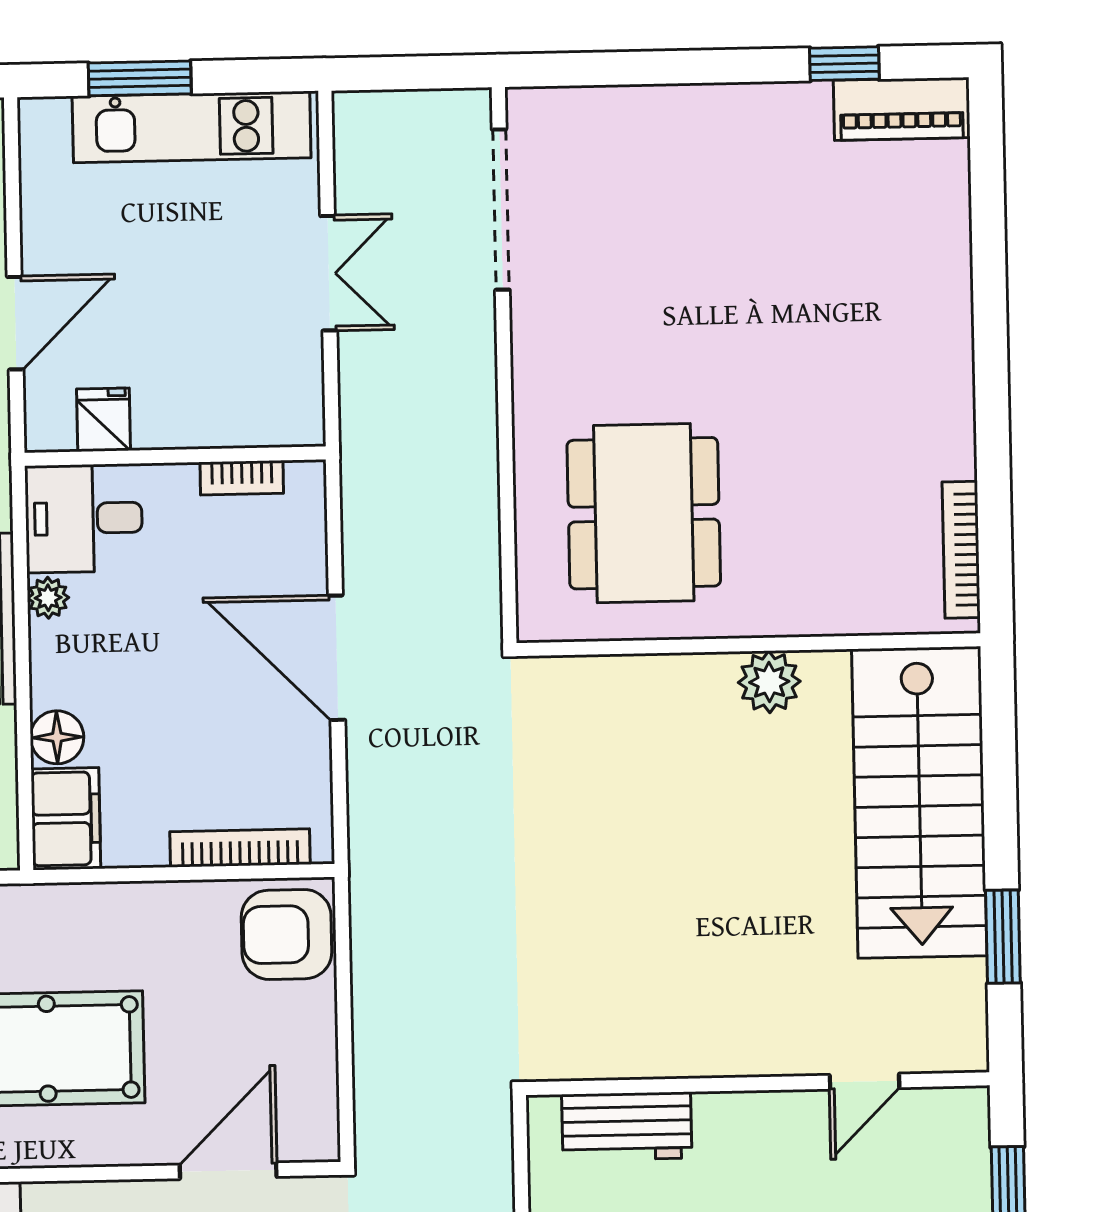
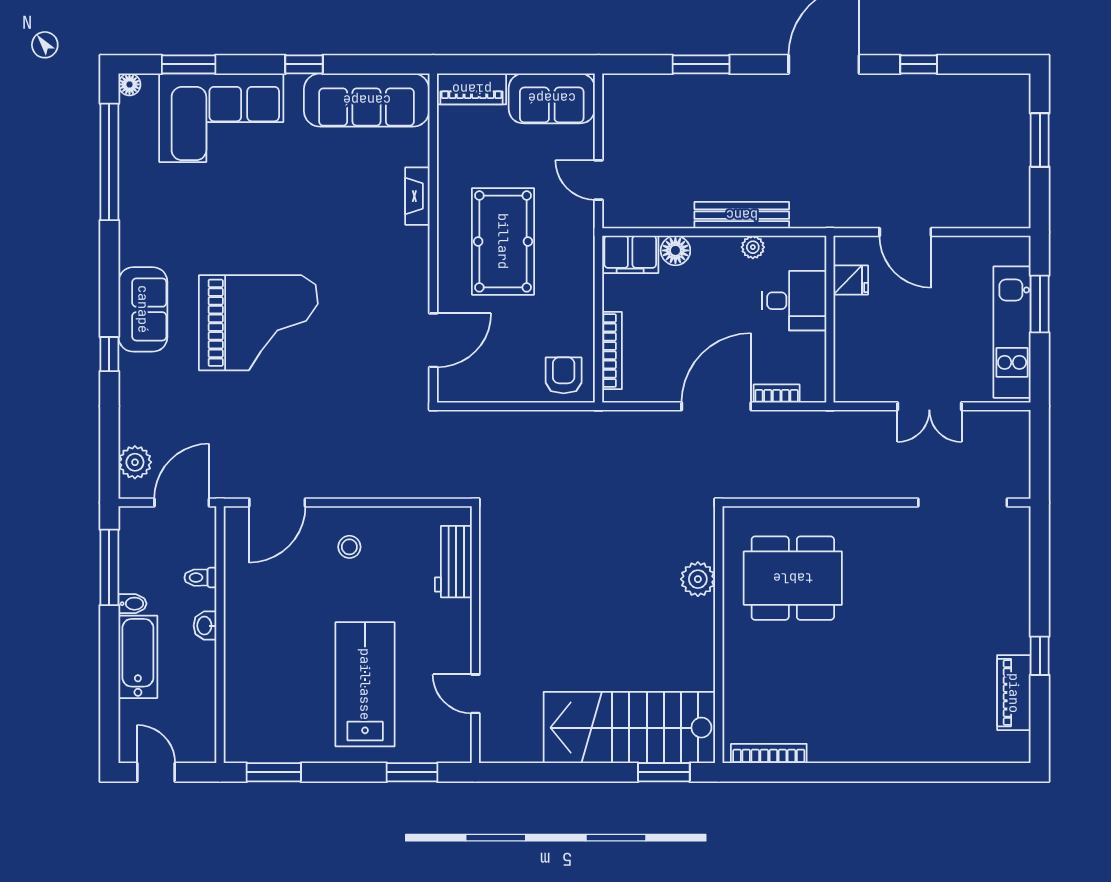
window: (844, 64) -> (1040, 656), moved
piano: (902, 109) -> (1014, 693), moved
bookcase: (242, 478) -> (777, 394), moved, turned 90
desk: (84, 518) -> (794, 301), moved, turned 90
plant: (769, 682) -> (698, 579), moved
armchair: (287, 934) -> (564, 375), width x0.72, depth x0.72
window: (1003, 937) -> (664, 772), moved
door: (228, 1171) -> (433, 340), hinge flipped

